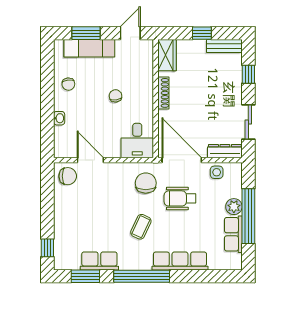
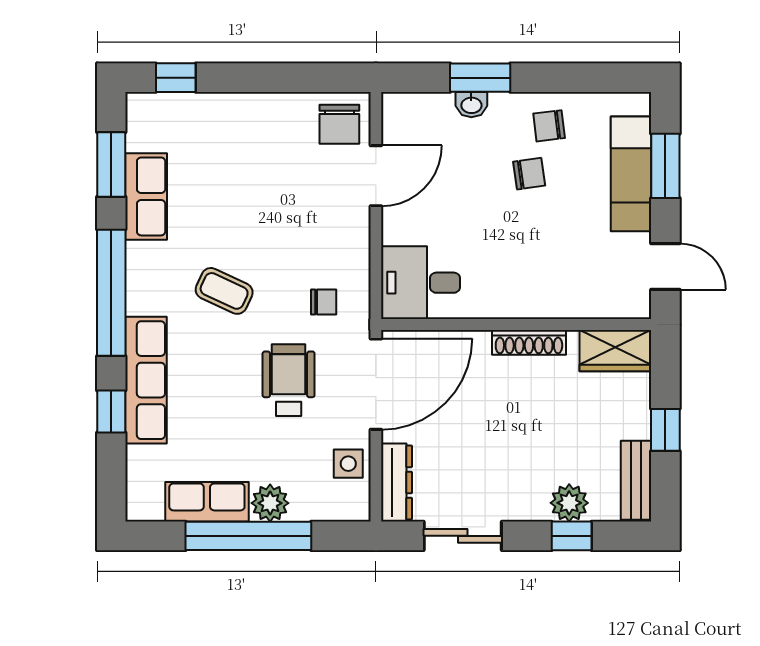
plant: (234, 75) -> (569, 503), added
chair: (115, 96) -> (529, 174), moved
window: (47, 114) -> (480, 78), added
chair: (146, 183) -> (324, 302), width x0.54, depth x0.54
window: (194, 276) -> (111, 412), added

